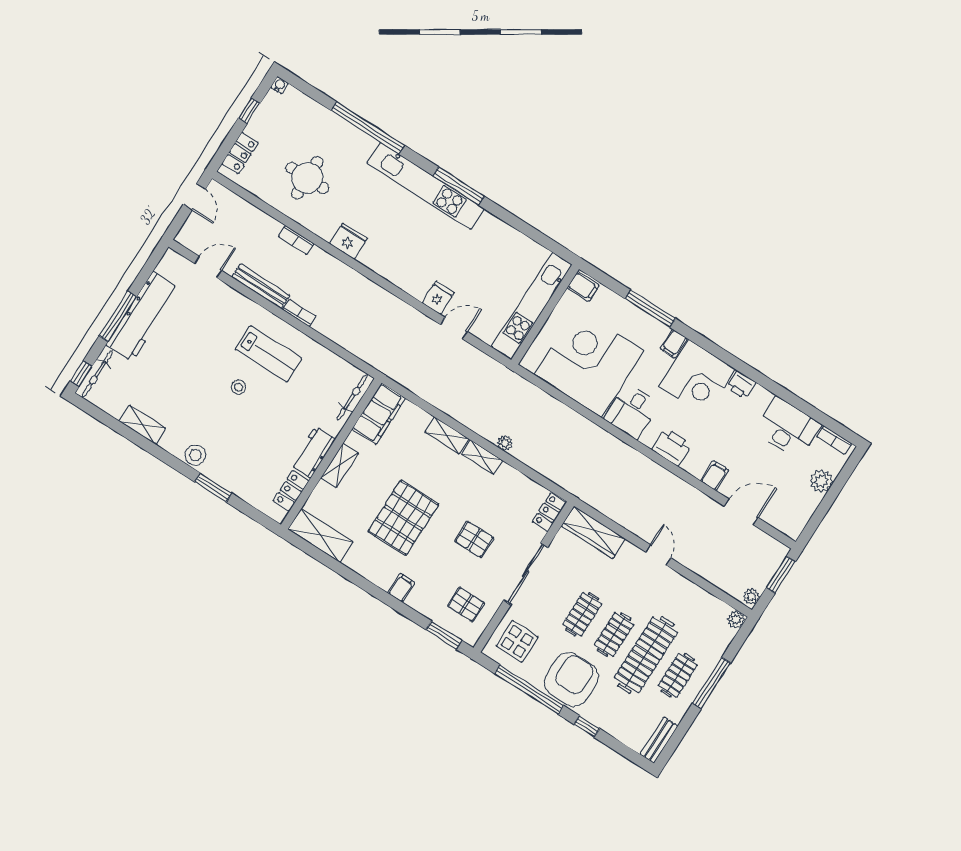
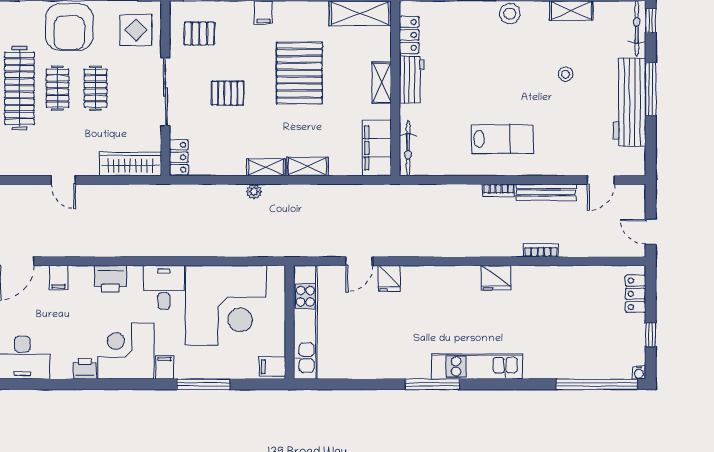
window: (368, 128) -> (597, 384), moved
round table: (307, 178) -> (565, 309), removed
kitchen unit: (426, 186) -> (477, 366), width x0.73
lab bench: (269, 354) -> (502, 139), turned 180
stool: (238, 387) -> (566, 74), moved

